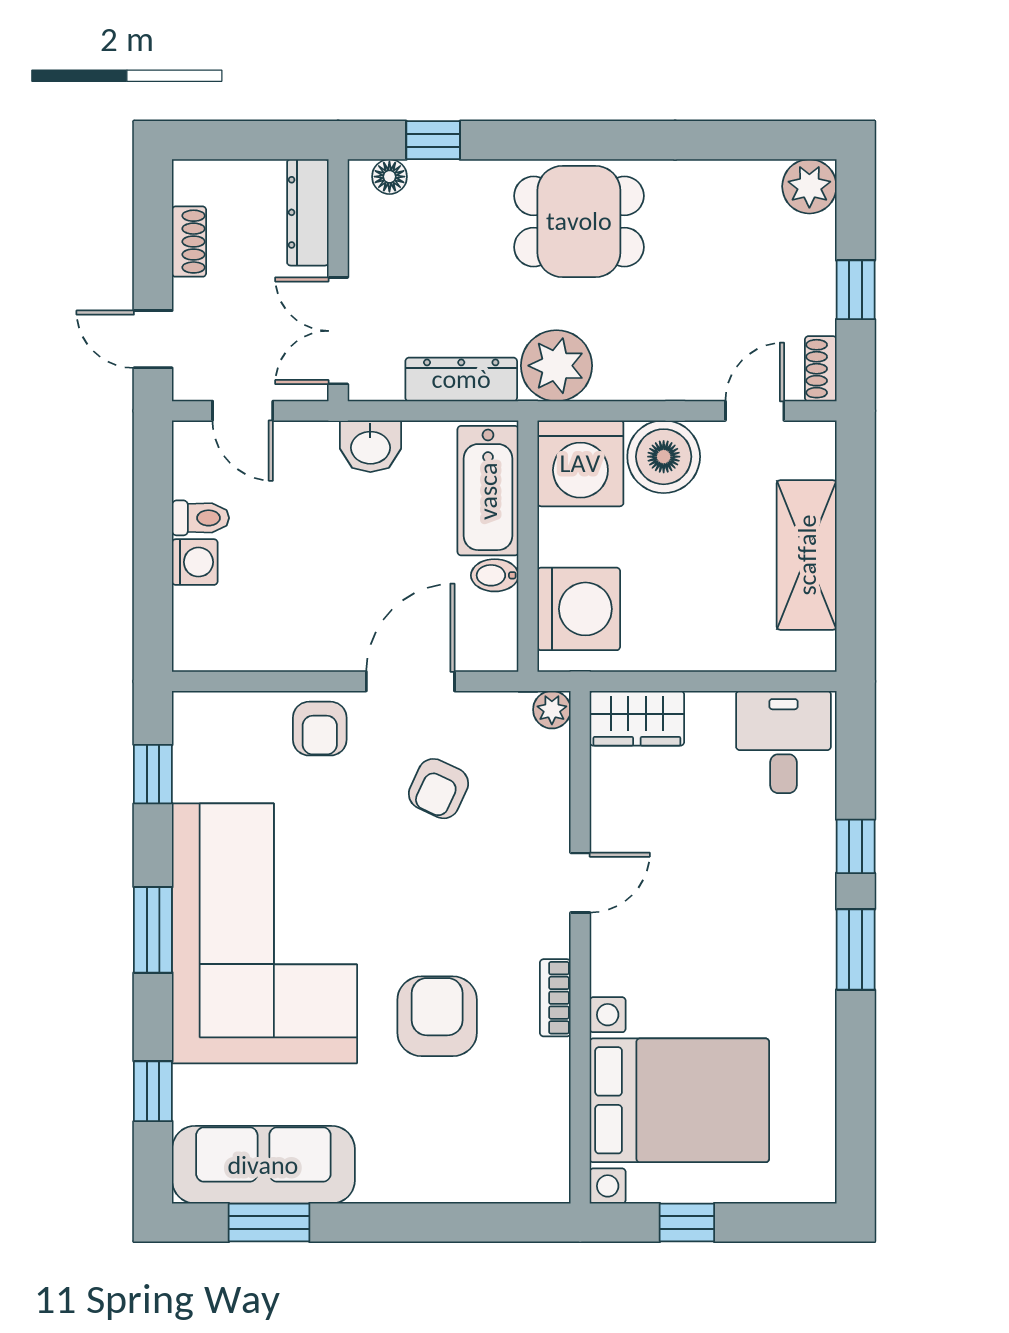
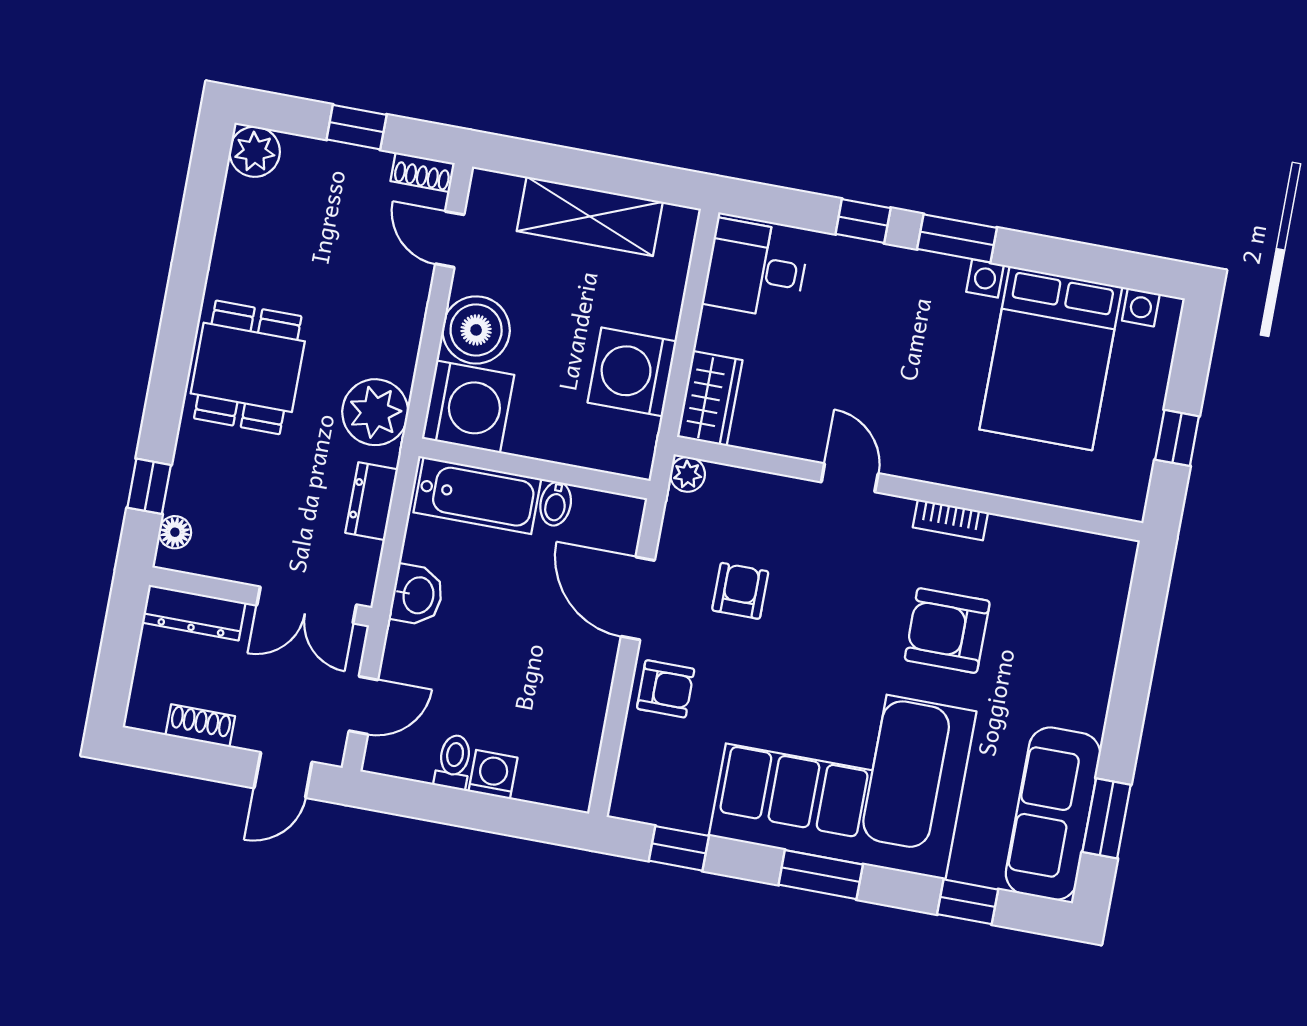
dresser: (461, 379) -> (372, 501), width x0.70
washing machine: (579, 609) -> (632, 372), moved, turned -90
armchair: (439, 789) -> (740, 591), turned -115
bed with nightstands: (679, 1100) -> (1051, 358), moved, turned 180

